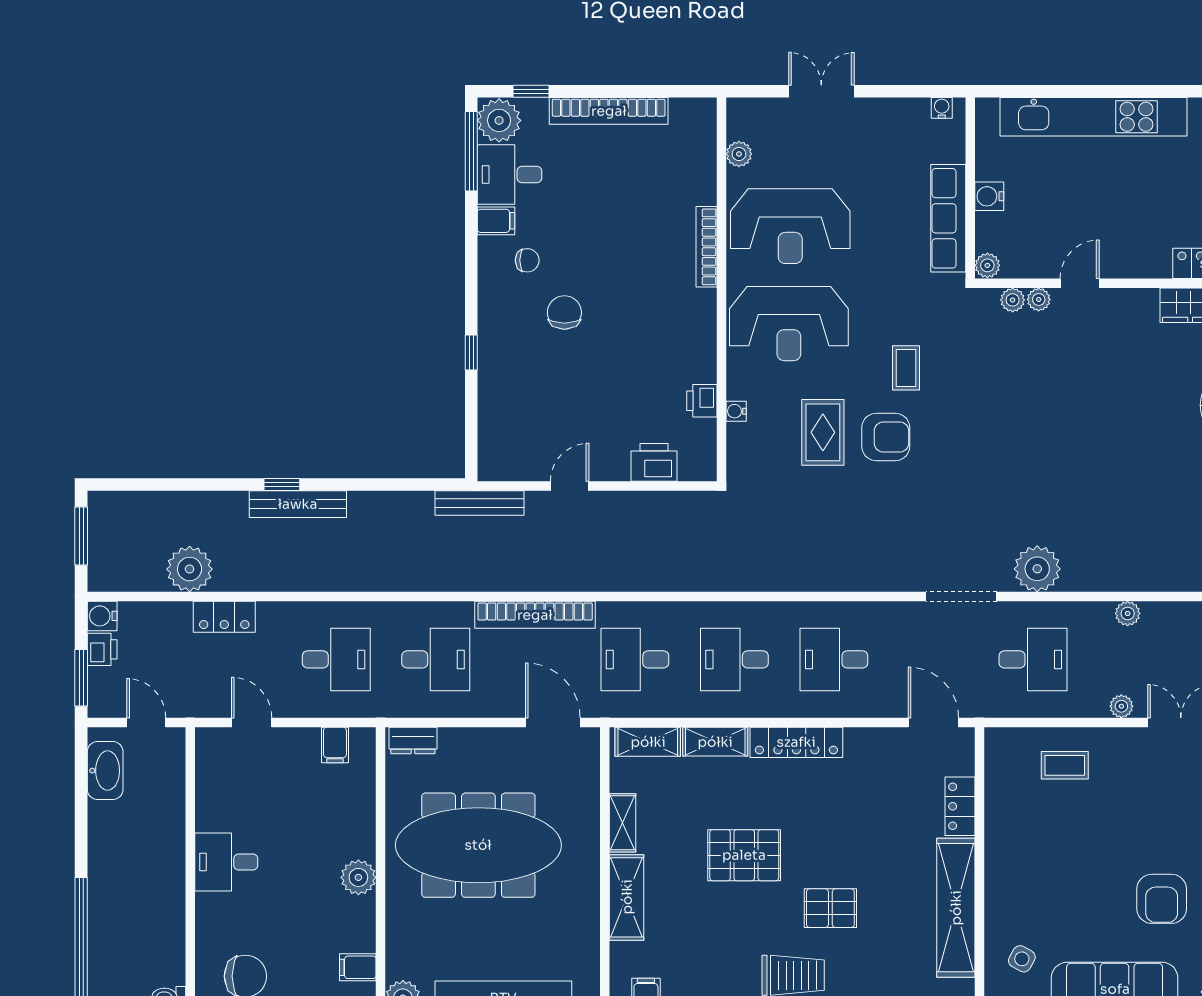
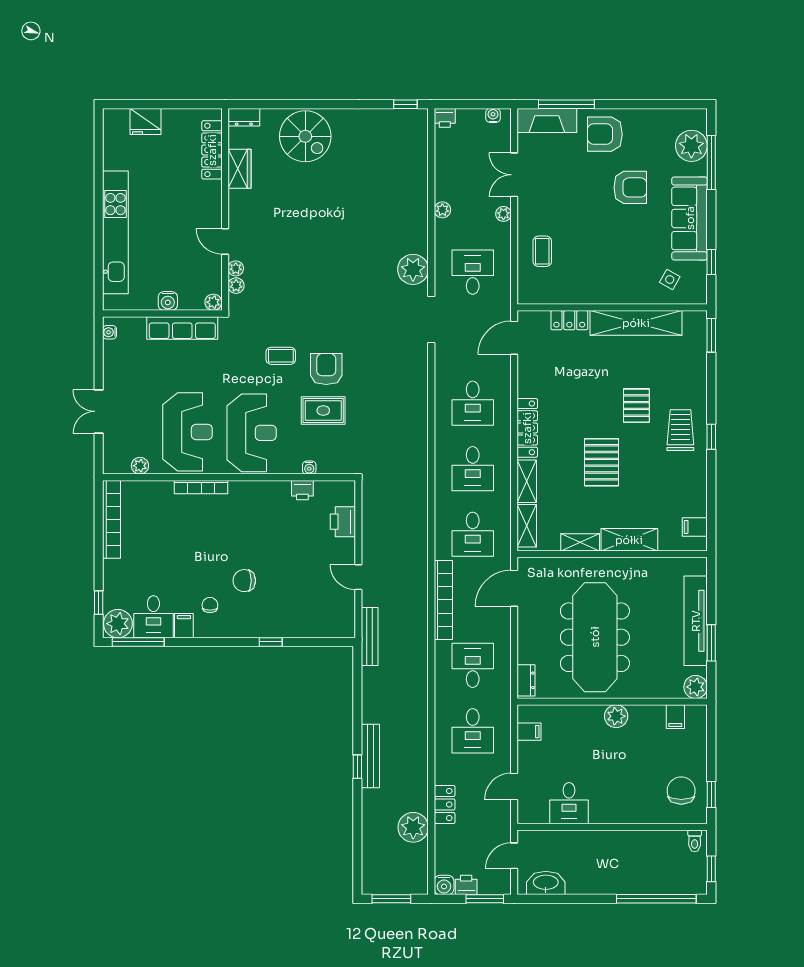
bookcase: (609, 111) -> (112, 519), moved
desk: (336, 659) -> (473, 731), turned 180
desk: (226, 862) -> (569, 803), moved

